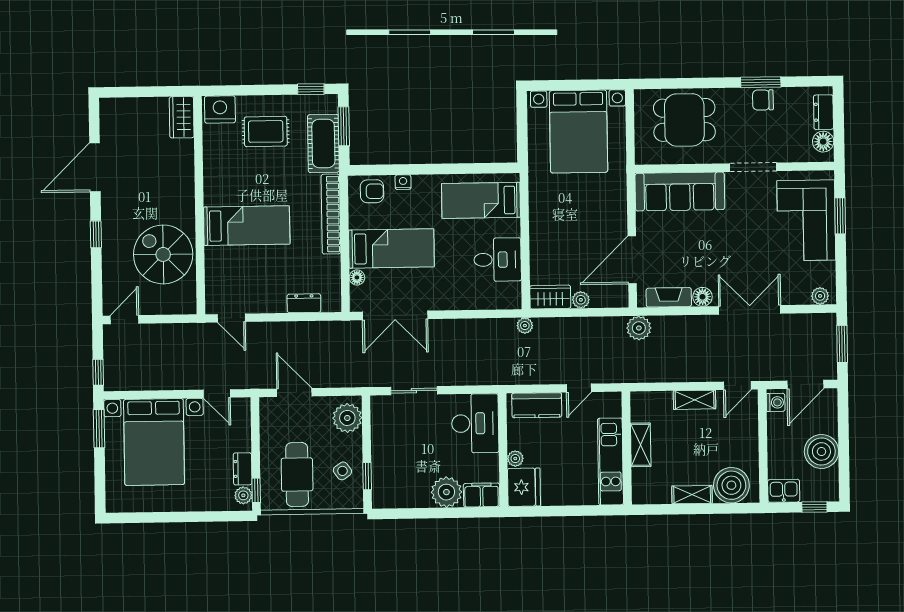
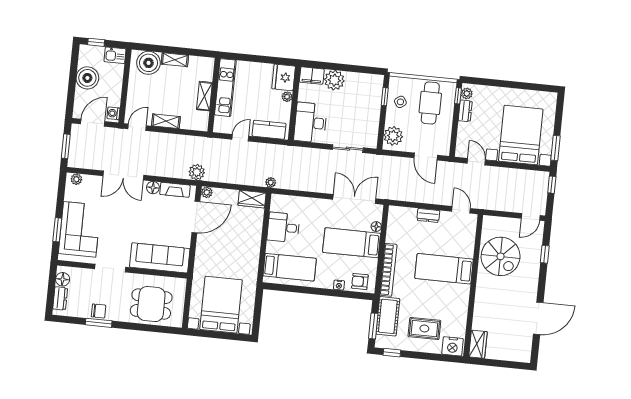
window: (96, 234) -> (545, 254), moved
plant: (581, 300) -> (207, 192), moved
dresser: (304, 303) -> (428, 215), moved

